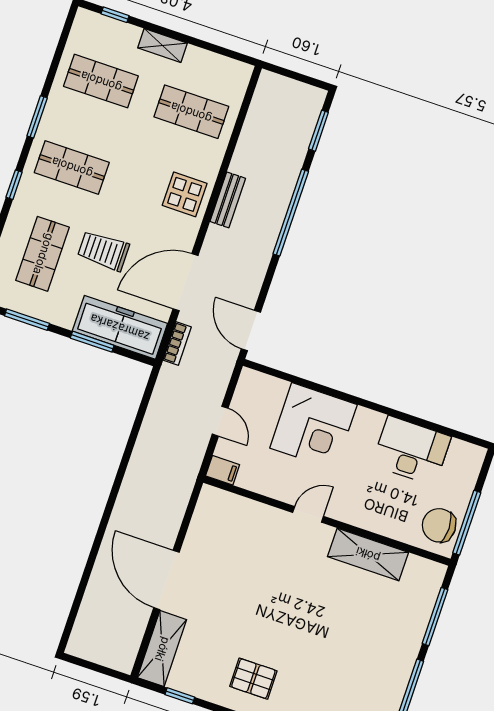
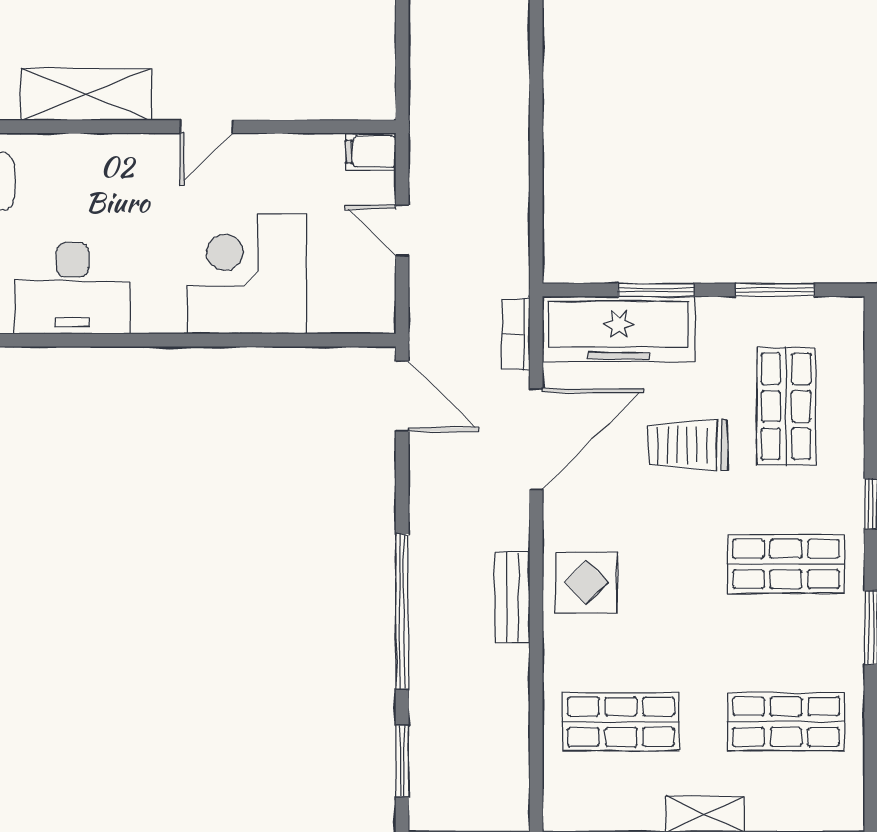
trolley: (103, 251) -> (688, 445), turned 180

